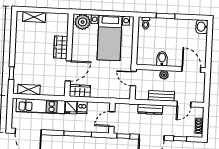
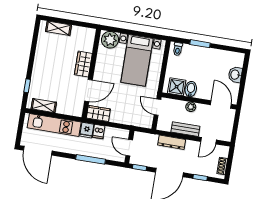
washbasin: (202, 27) -> (235, 75), moved
shower: (149, 58) -> (177, 87), added
door: (112, 119) -> (129, 148), hinge flipped

